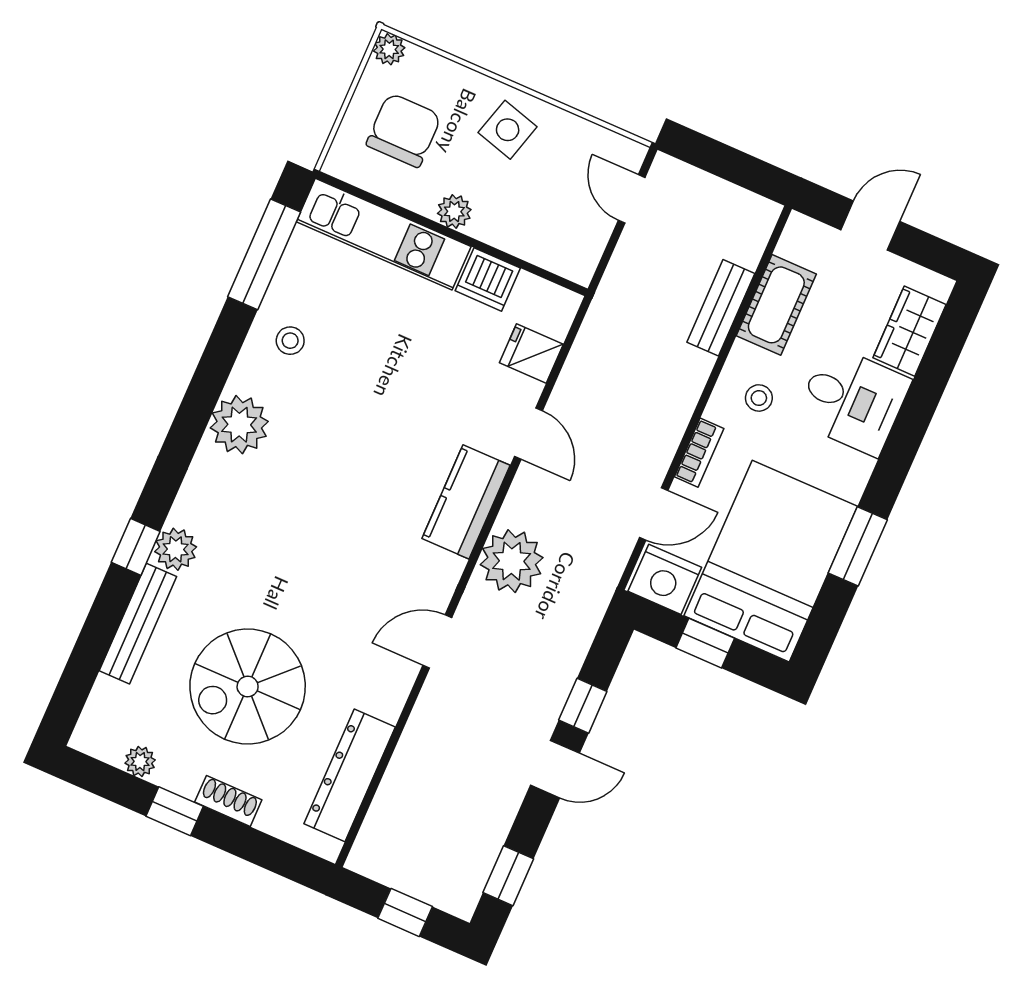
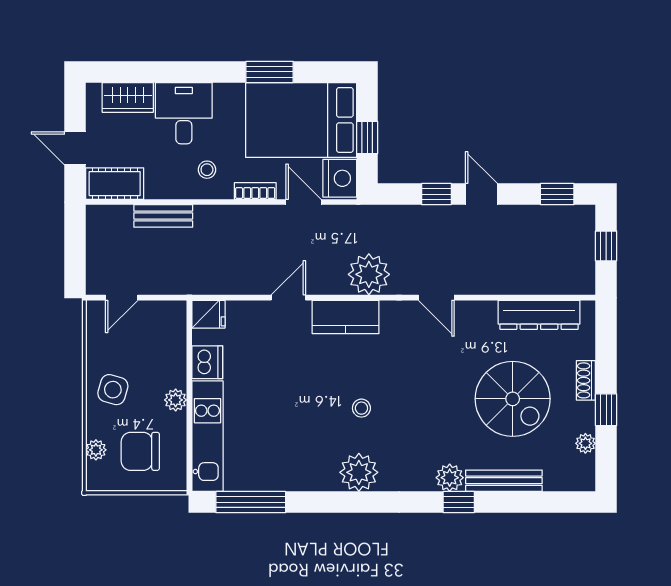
plant: (389, 49) -> (96, 450), moved
cot: (776, 305) -> (115, 184), moved
stool: (290, 341) -> (361, 408), moved
fridge: (531, 353) -> (208, 314), moved, turned -90

